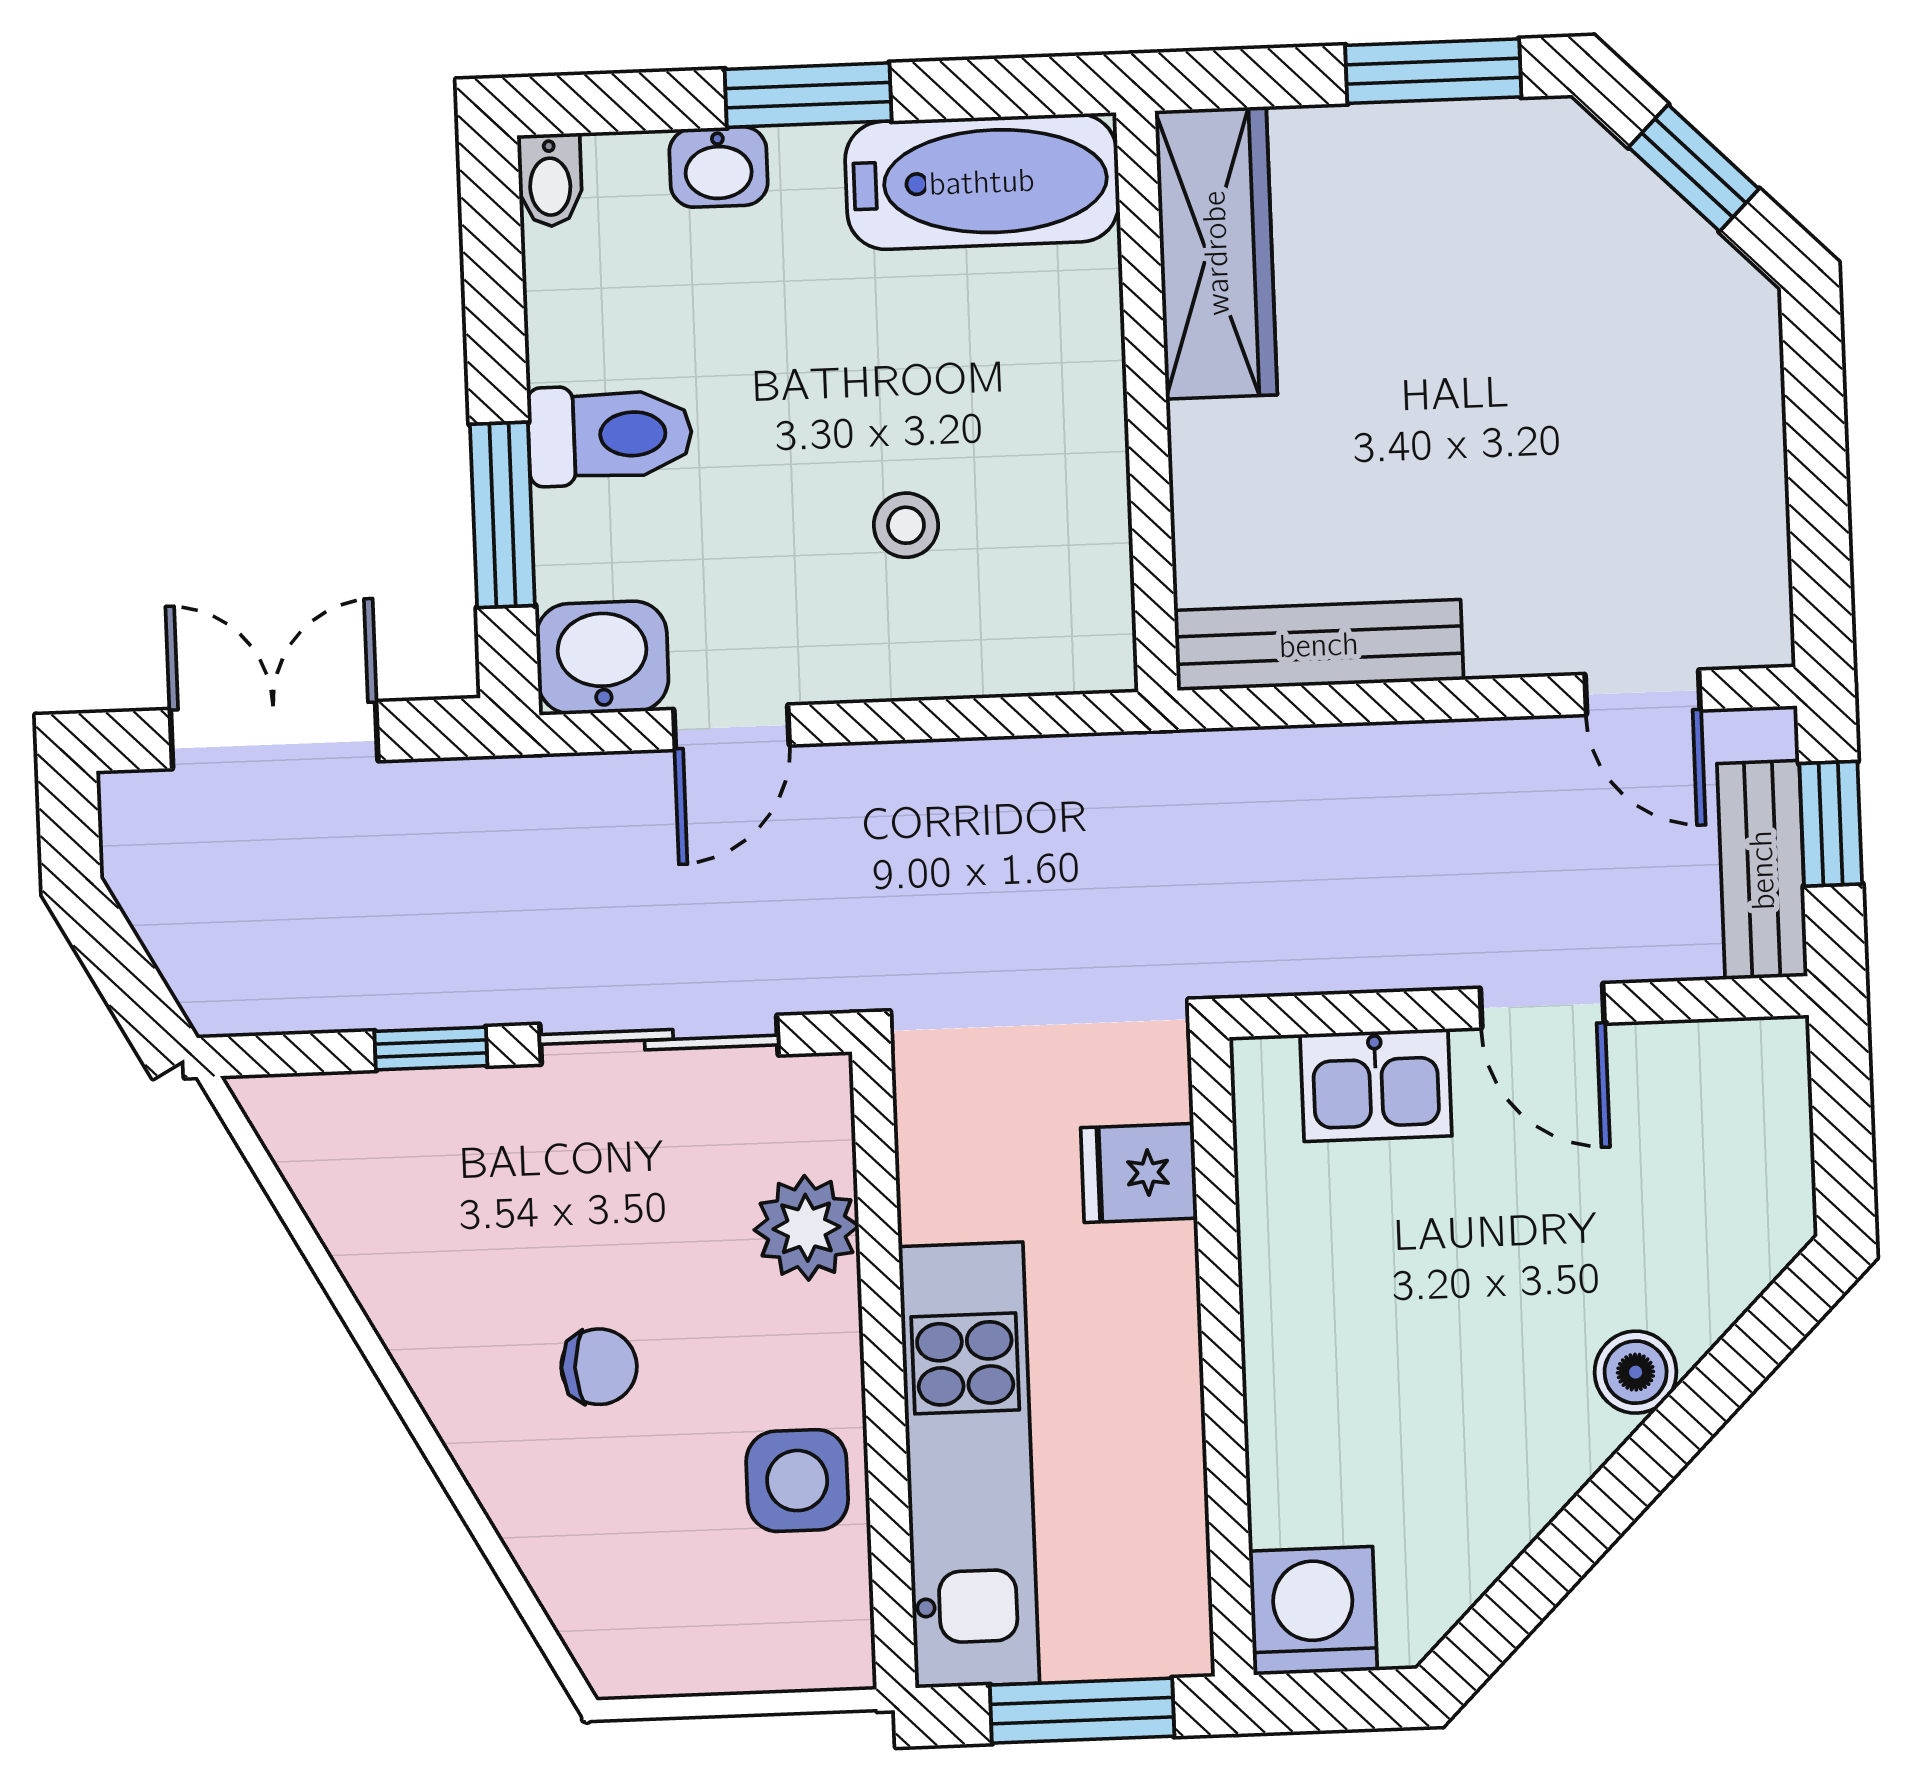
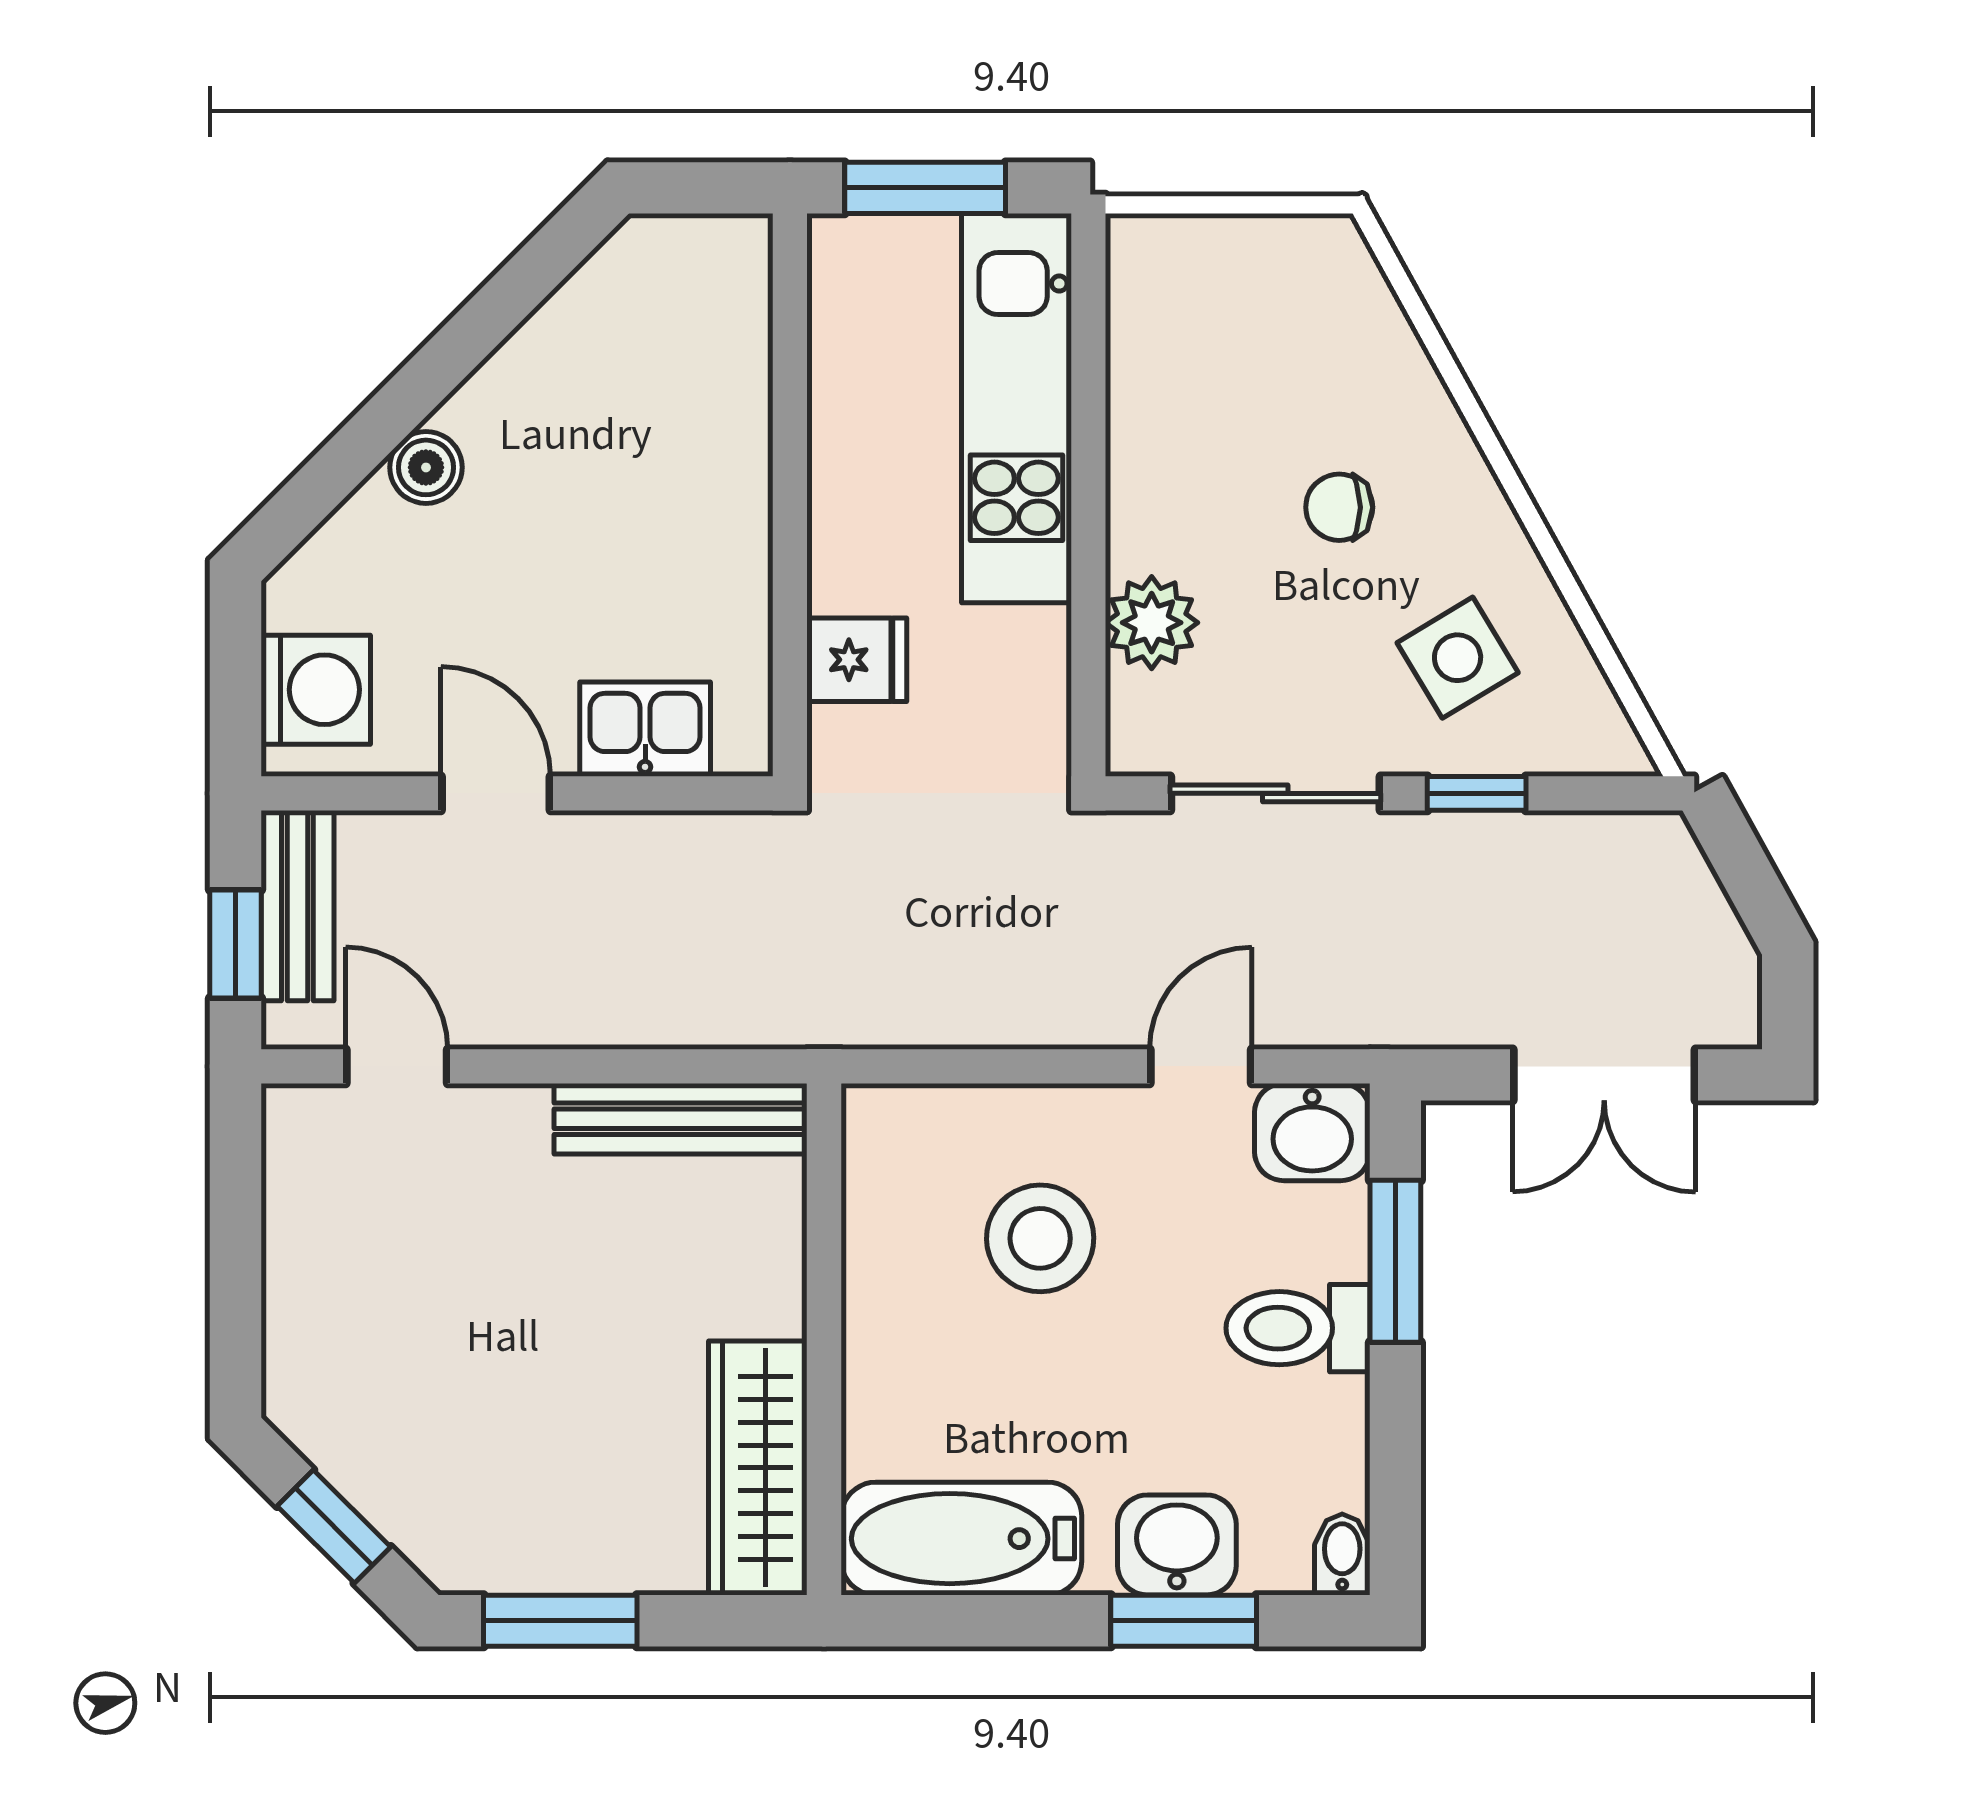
window: (808, 95) -> (1184, 1621), moved
washbasin: (718, 167) -> (1177, 1545), width x1.38, depth x1.45
stool: (906, 525) -> (1040, 1238), width x1.89, depth x1.89
side table: (797, 1481) -> (1458, 658), moved, turned -31
washing machine: (1313, 1611) -> (316, 690), moved, turned -90

